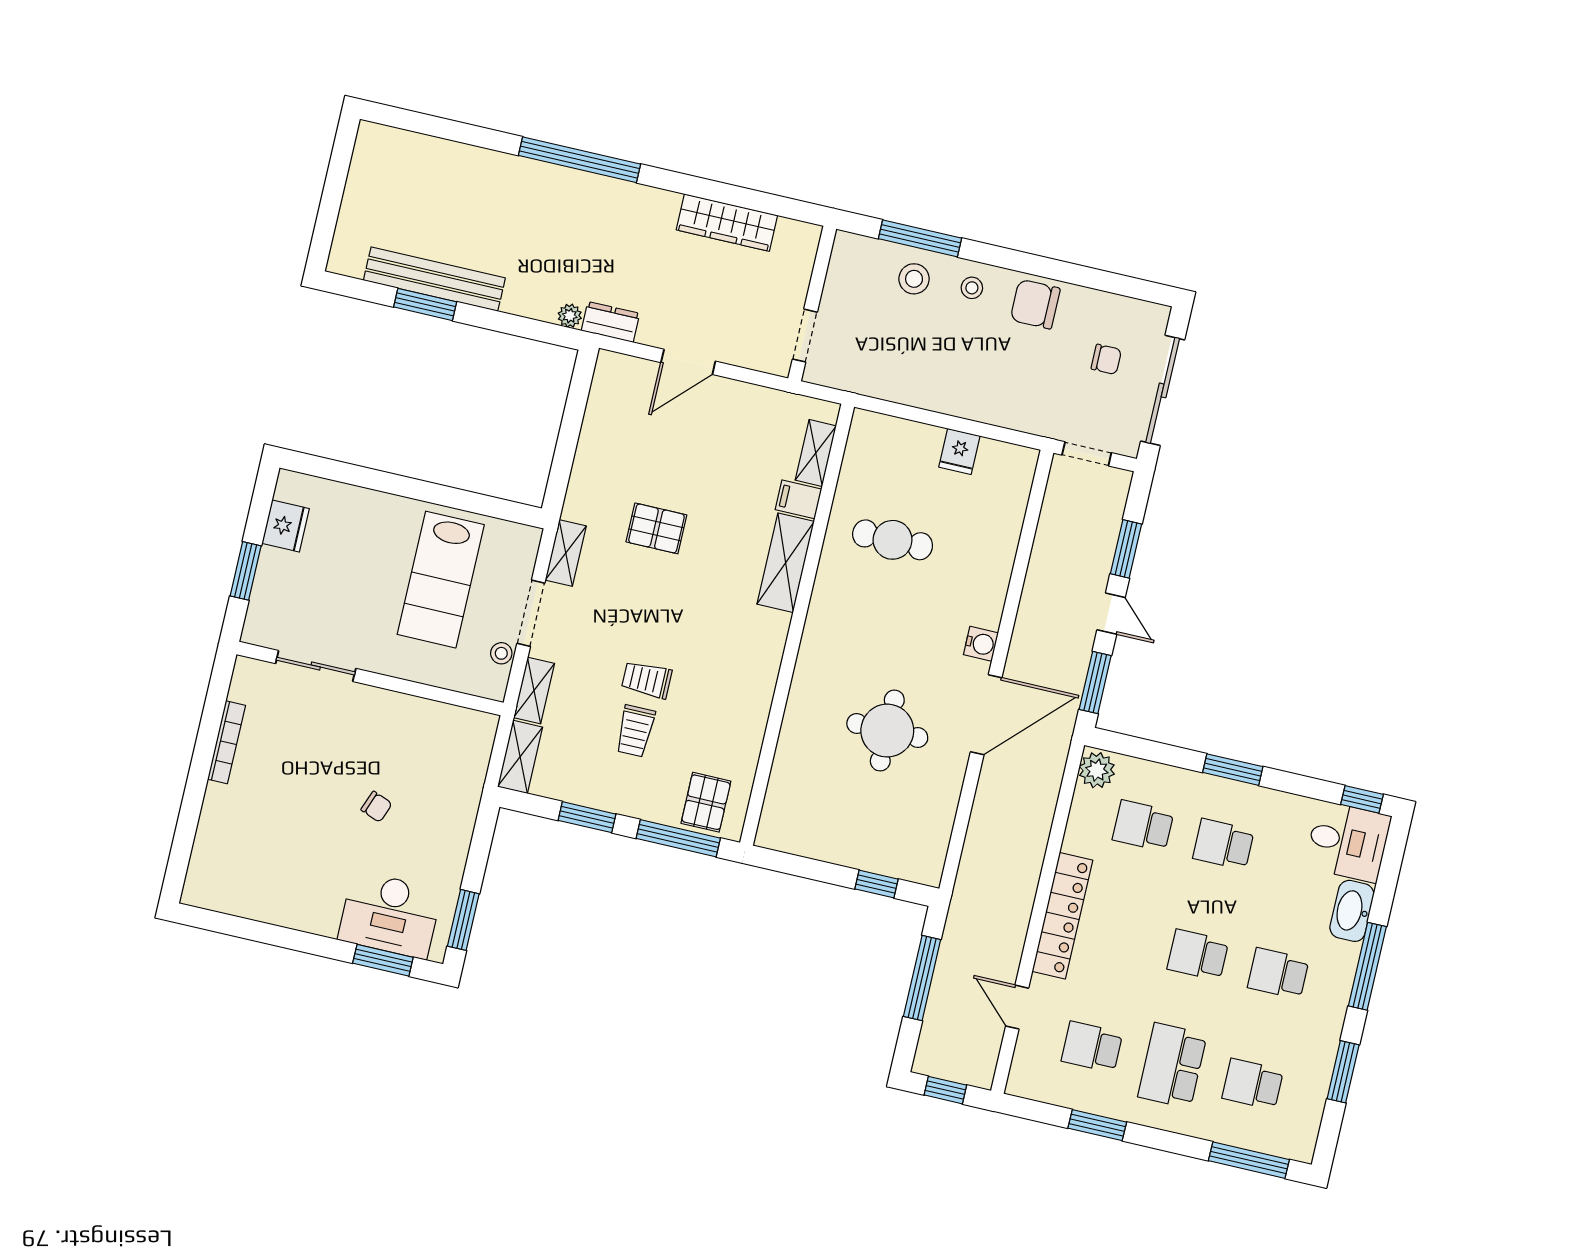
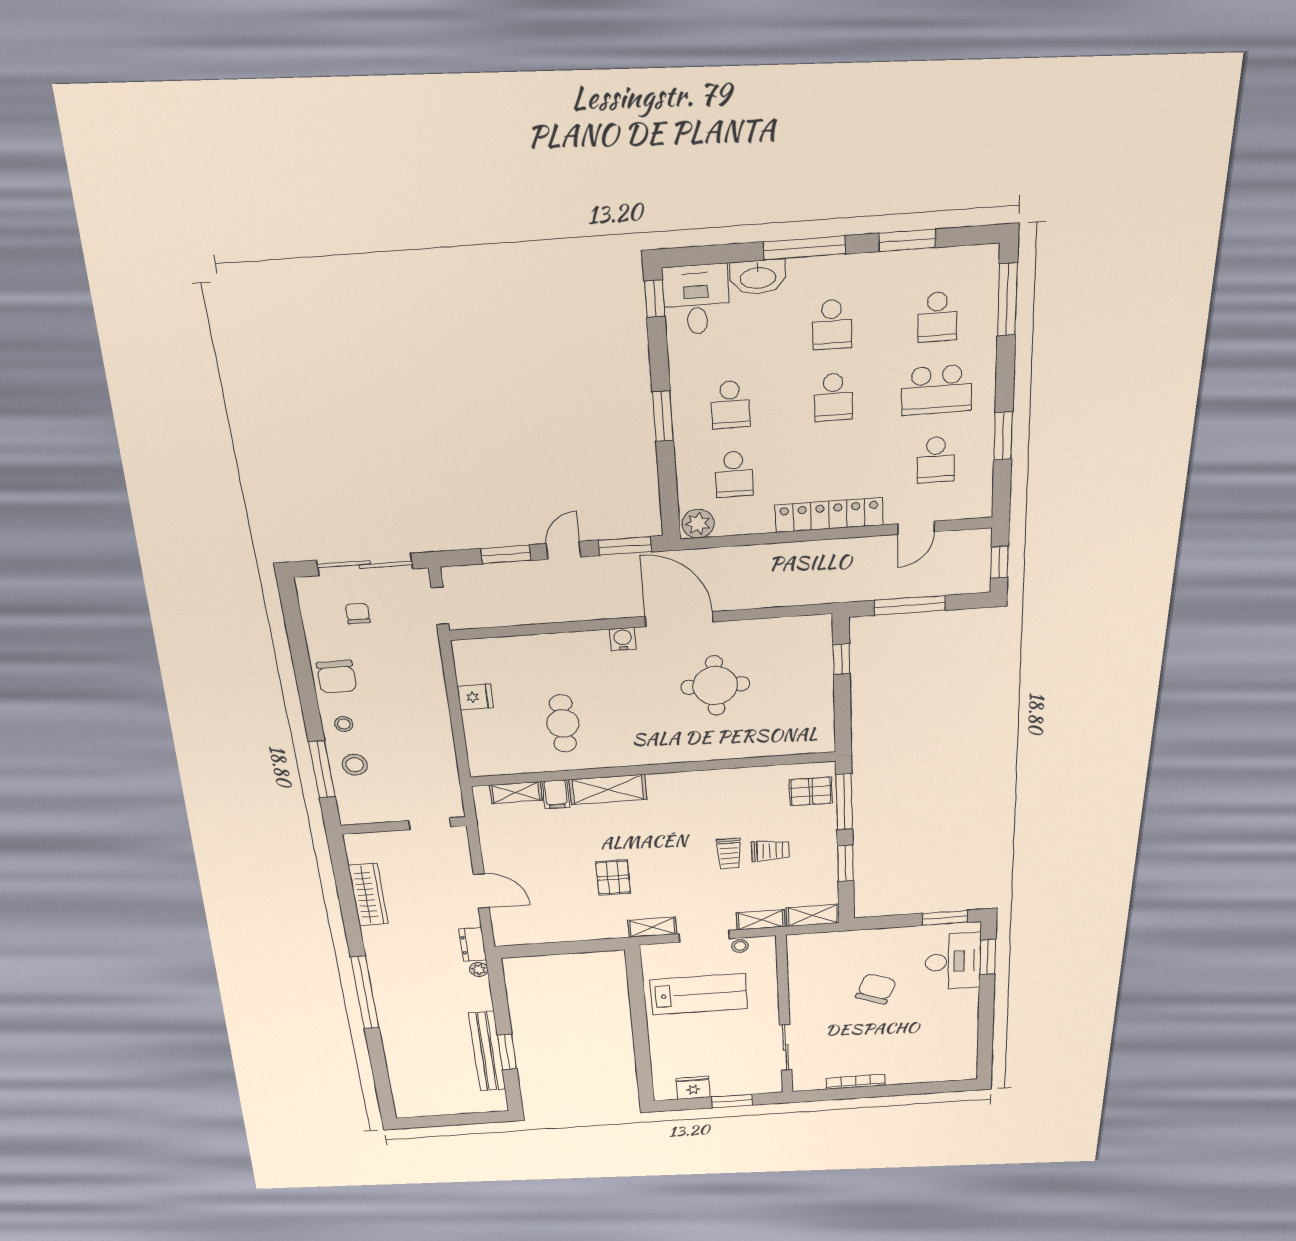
chair: (377, 807) -> (876, 989), width x1.87, depth x1.87

